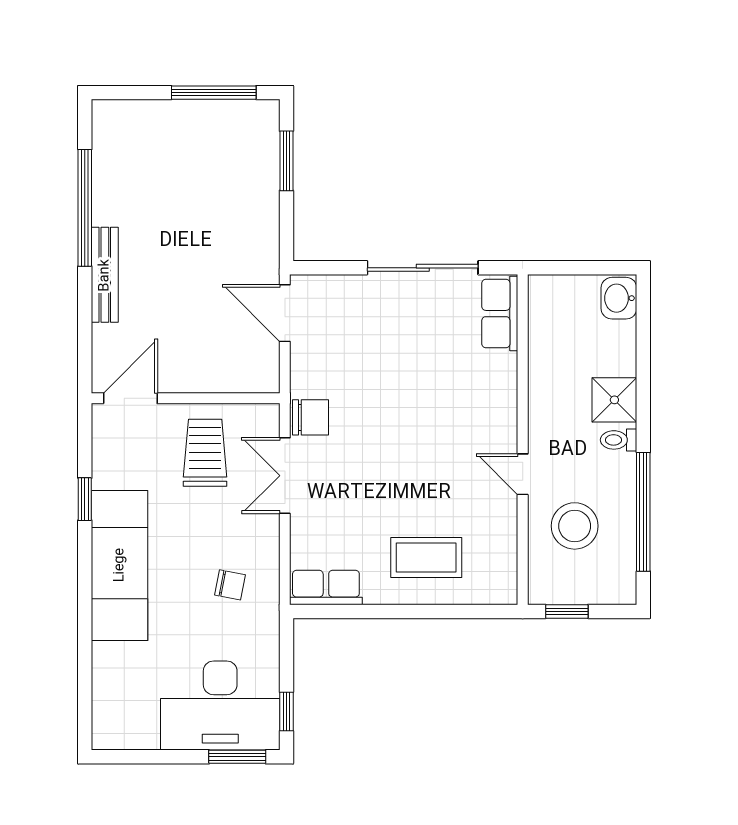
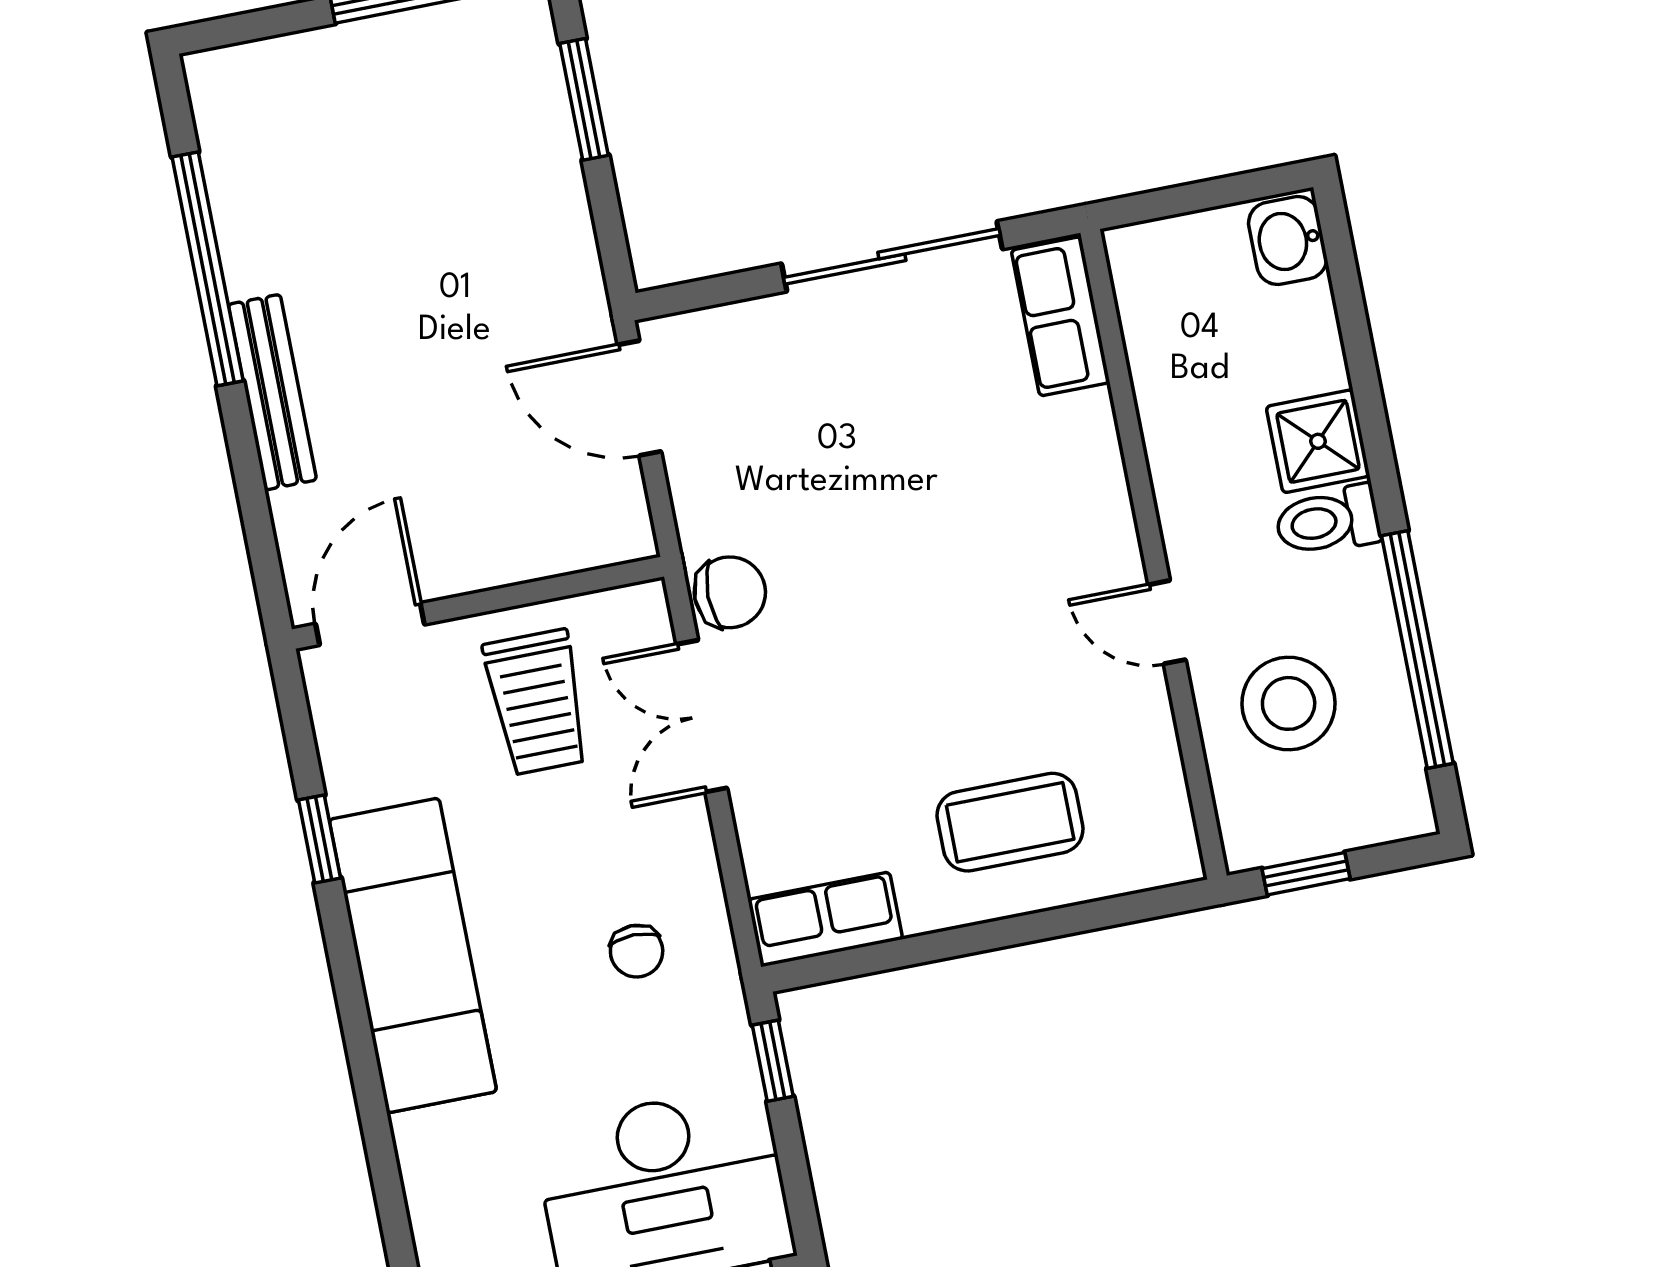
toilet: (619, 440) -> (1328, 521), width x1.37, depth x1.39
trolley: (205, 453) -> (537, 702), turned 180
chair: (230, 585) -> (637, 951), turned 79
window: (286, 711) -> (773, 1061), moved

